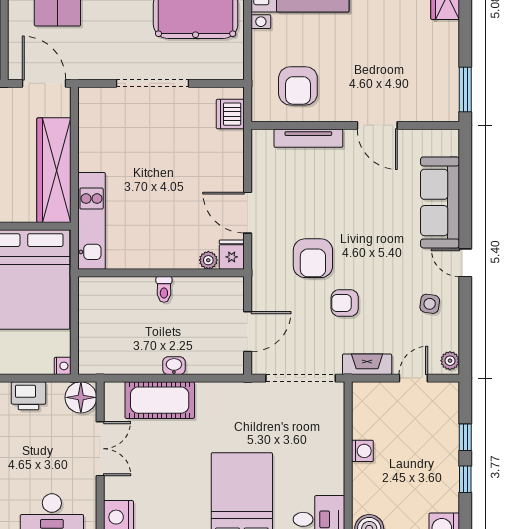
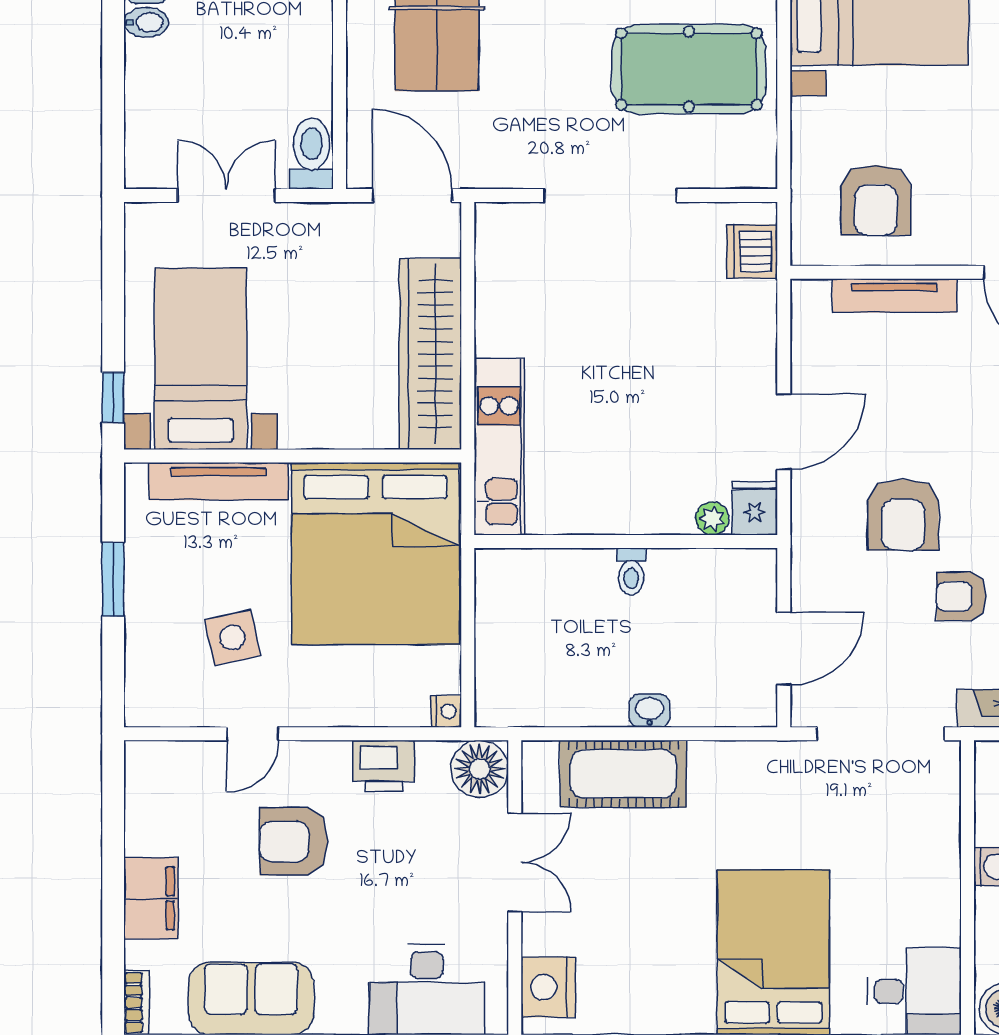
door: (248, 213) -> (784, 431), swing flipped

